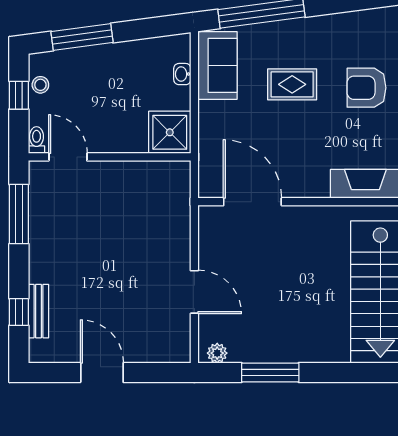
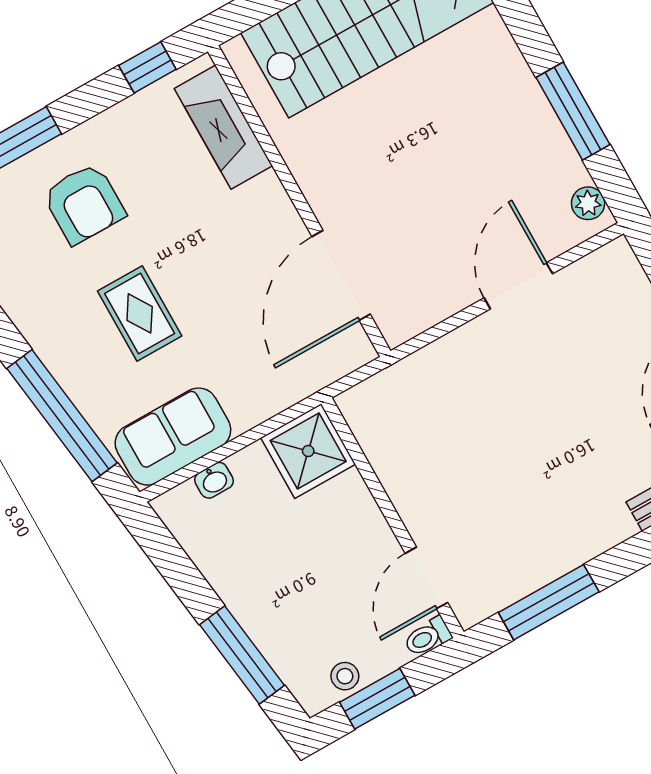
window: (19, 95) -> (377, 699), width x1.50

